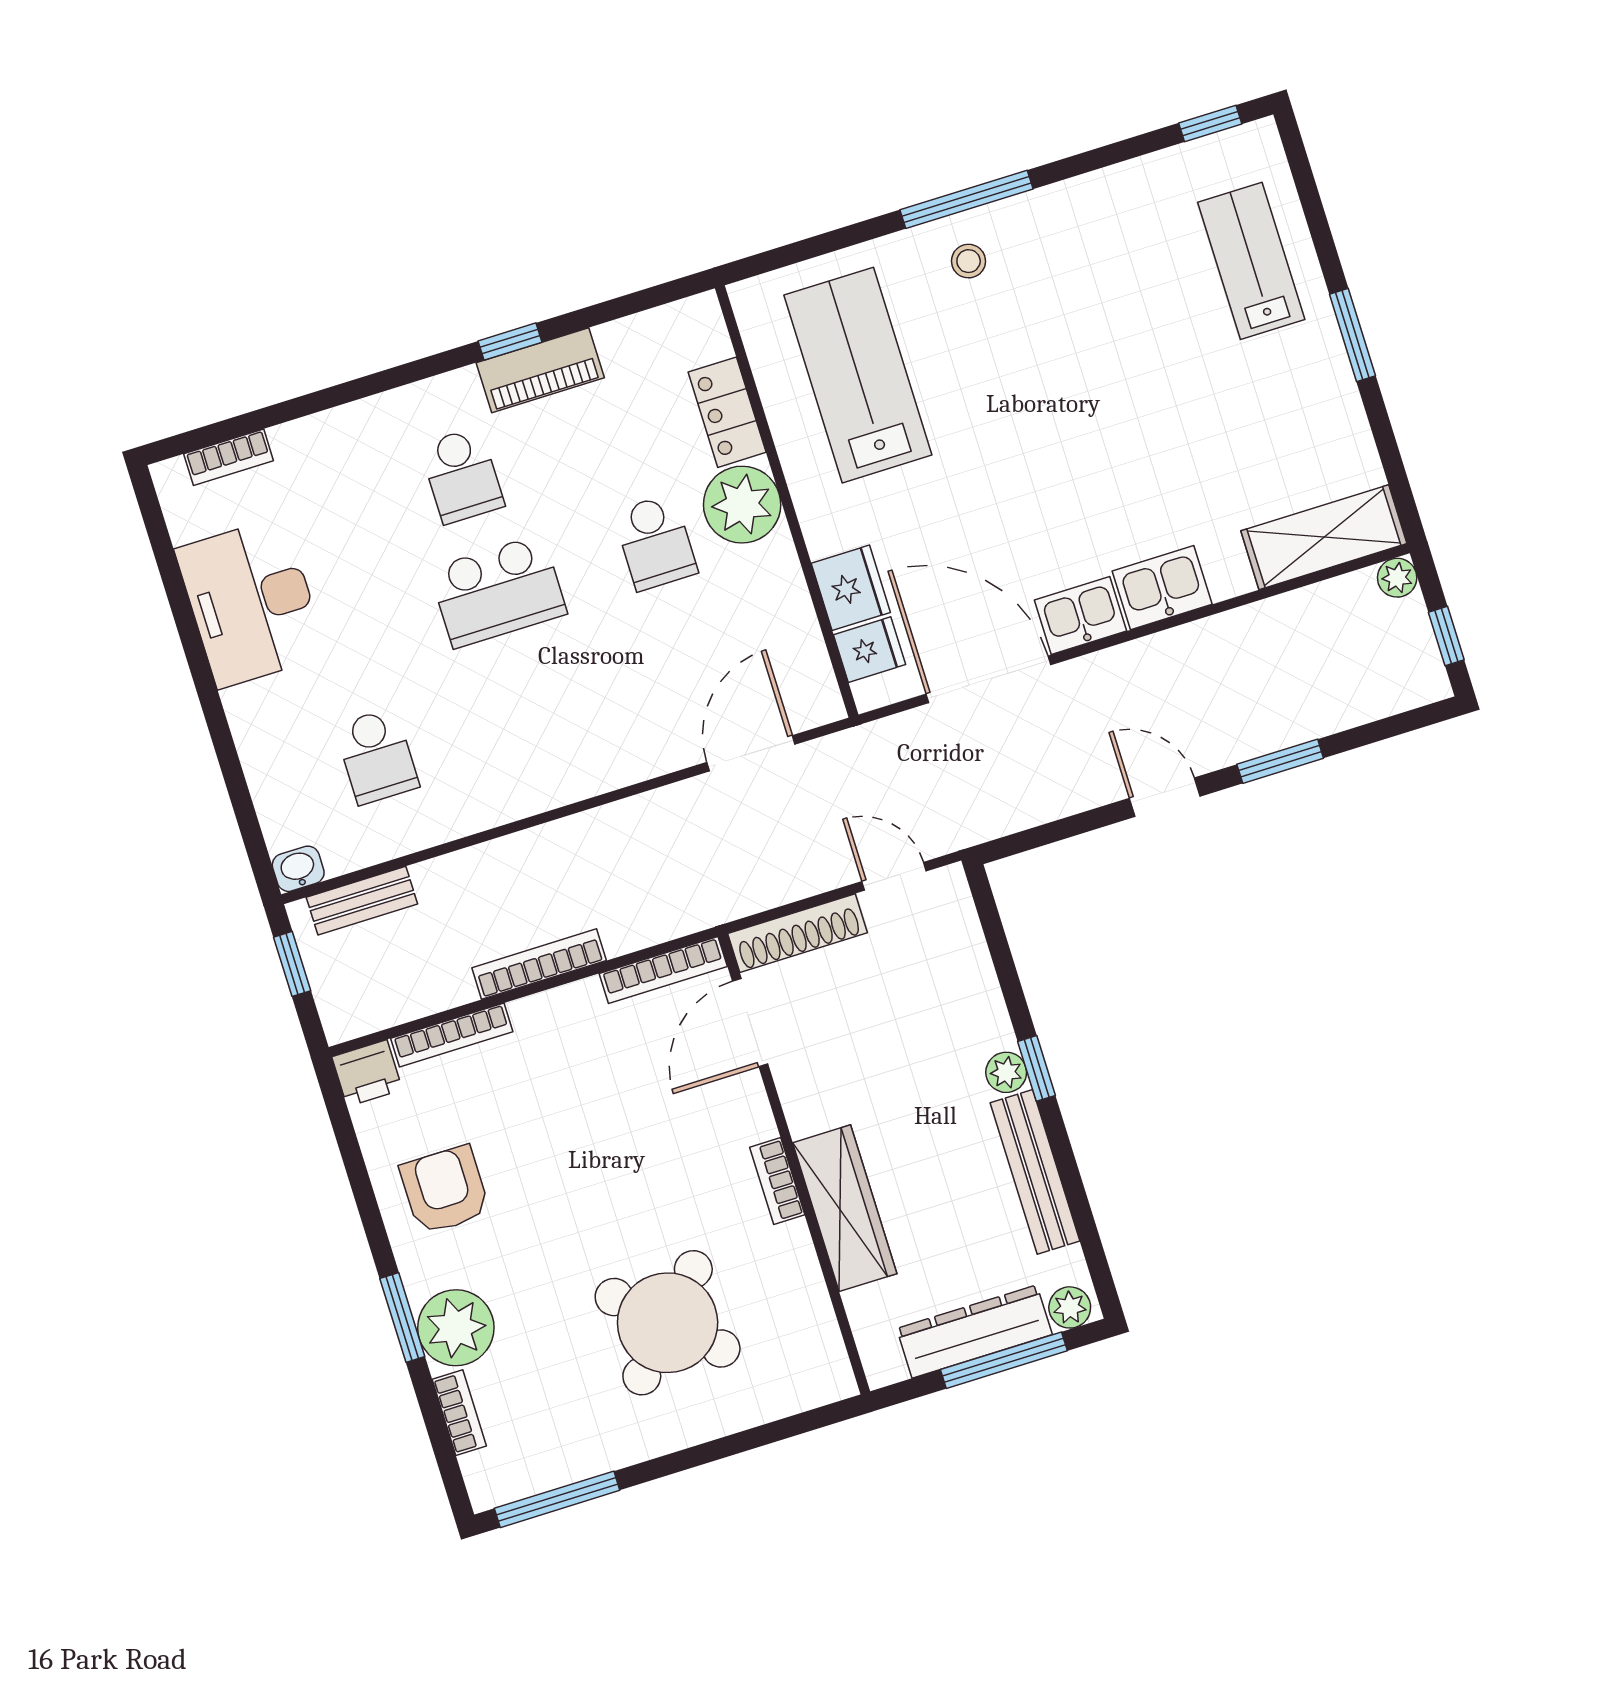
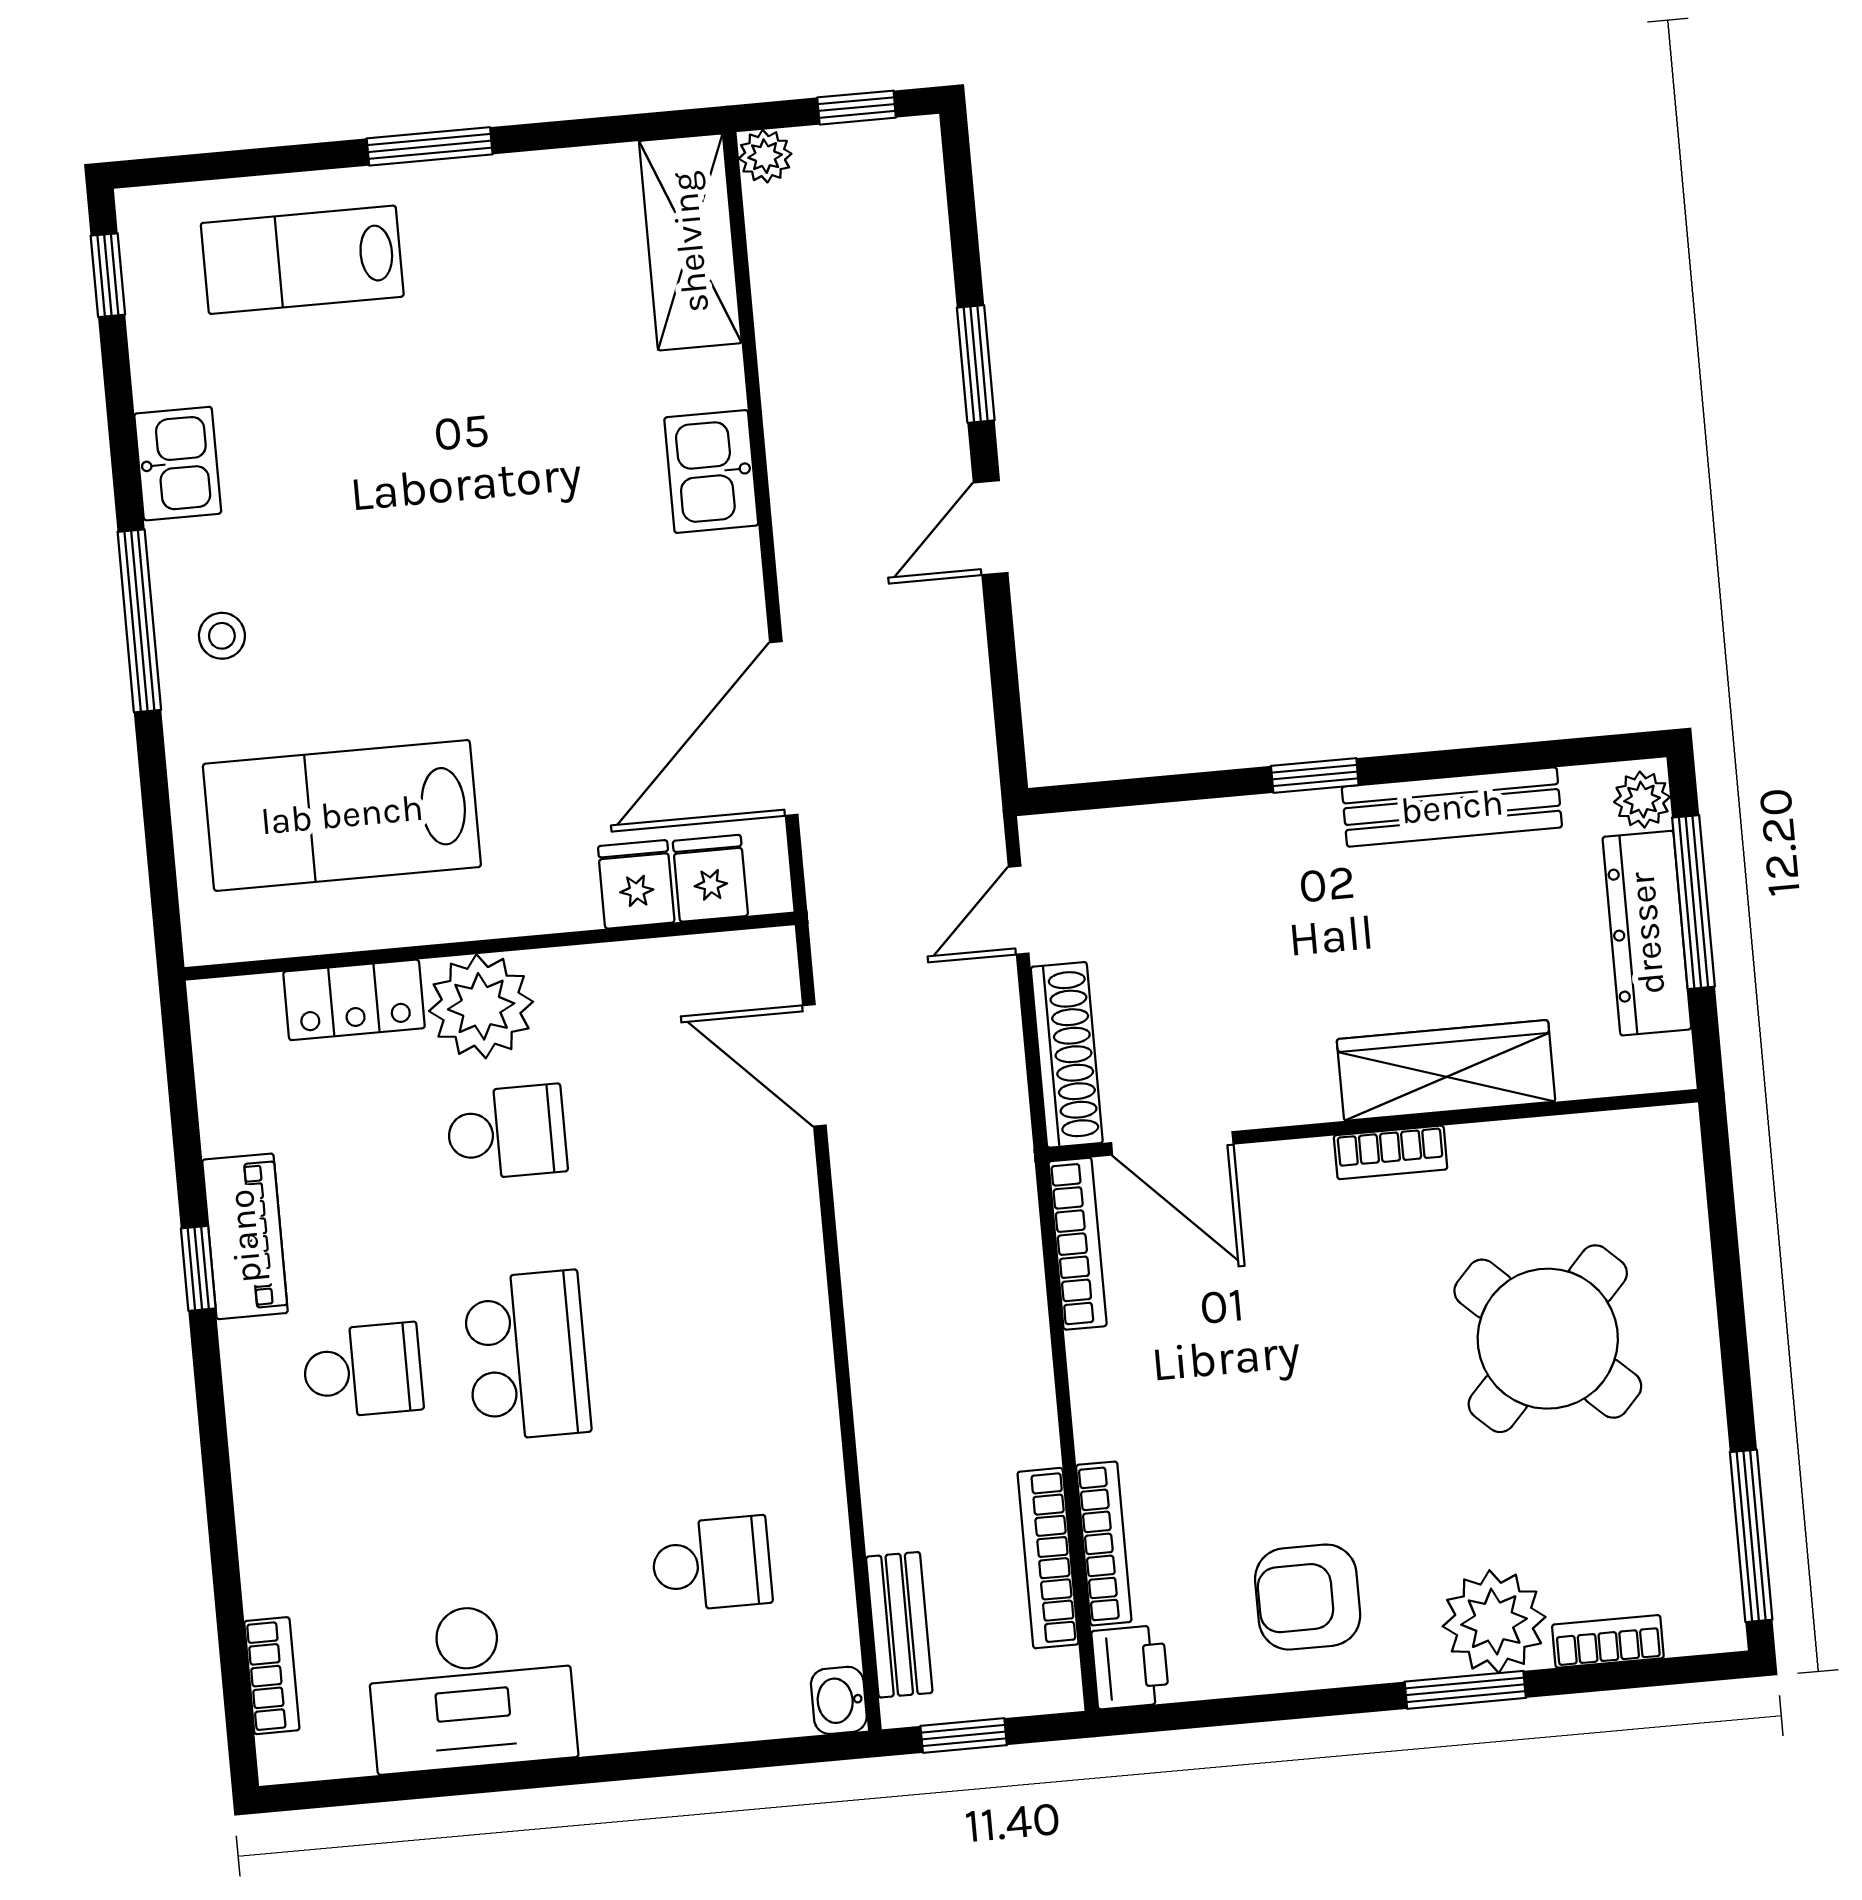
fridge: (851, 588) -> (636, 884), width x0.72
kitchen sink: (1081, 615) -> (178, 464), moved, turned 180
bookcase: (539, 964) -> (1048, 1558), moved
plant: (1006, 1072) -> (1311, 817), removed

